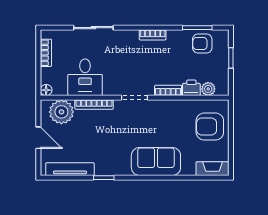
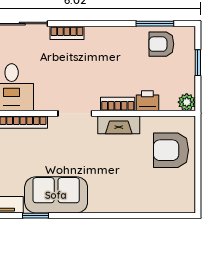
bookcase: (153, 35) -> (67, 33), moved
plant: (208, 89) -> (187, 102), moved
sofa: (156, 161) -> (56, 195), moved
fireplace: (213, 169) -> (119, 125), moved, turned 180

